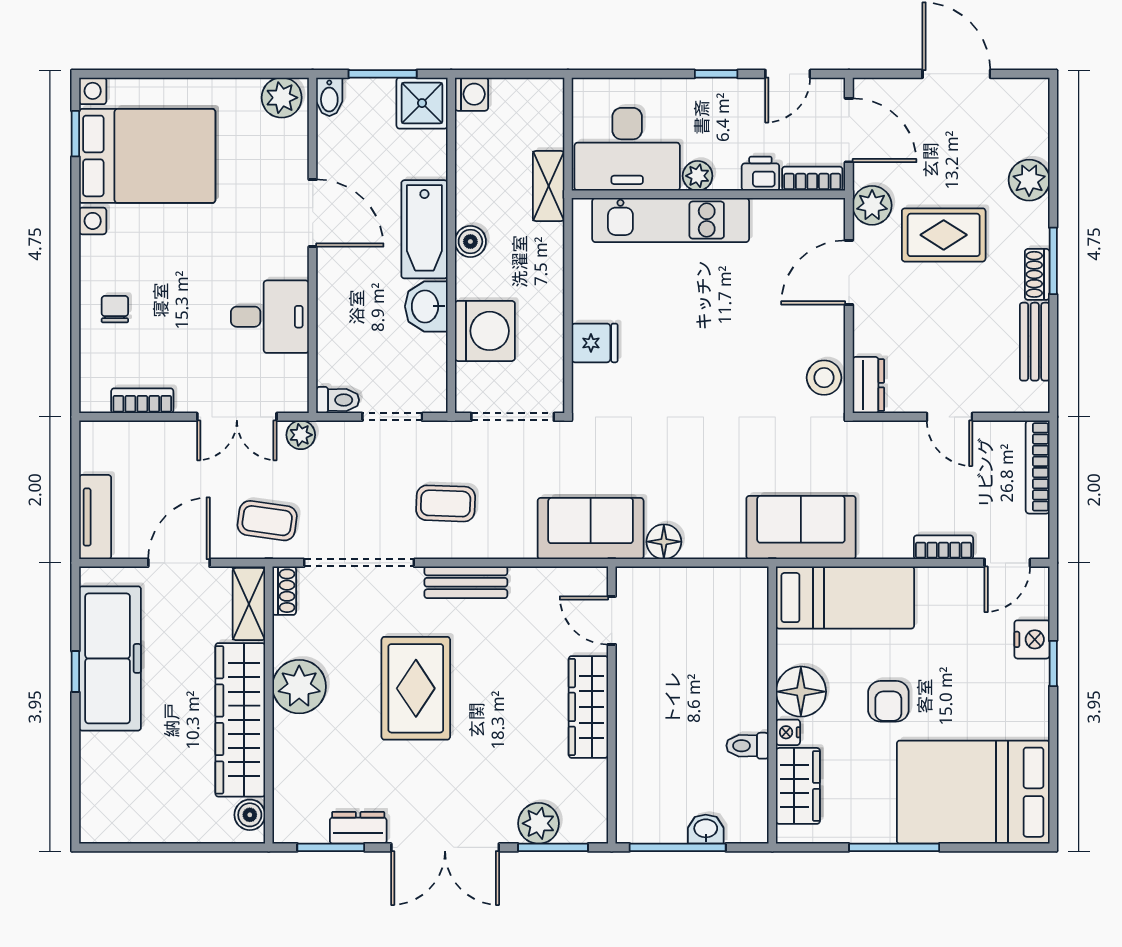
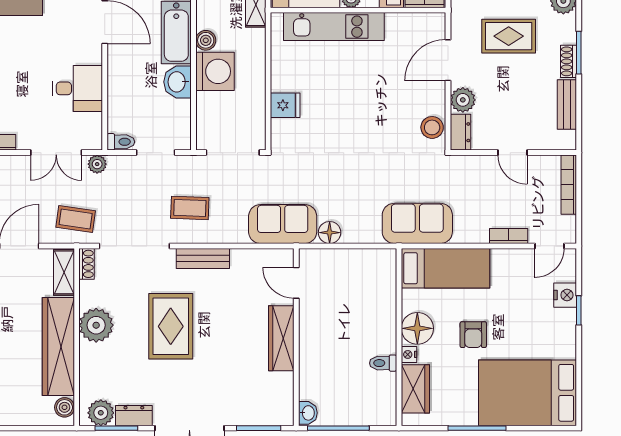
plant: (872, 205) -> (463, 100), moved
washing machine: (485, 331) -> (215, 71), moved
plant: (539, 823) -> (101, 413), moved
washbasin: (706, 829) -> (308, 413), moved, turned 90

